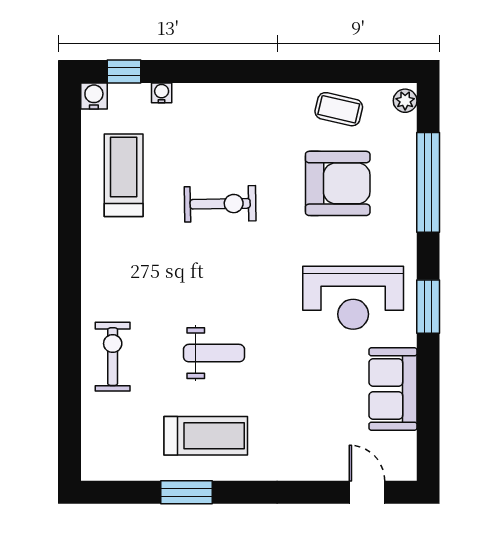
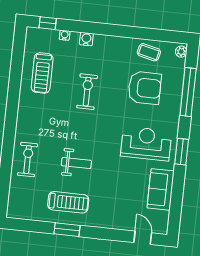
water cooler: (94, 96) -> (86, 39), moved
treadmill: (124, 175) -> (42, 73), turned 180
exercise bike: (220, 204) -> (87, 92), turned -89
reception desk: (353, 298) -> (146, 144), turned 180
window: (186, 492) -> (67, 230), moved

